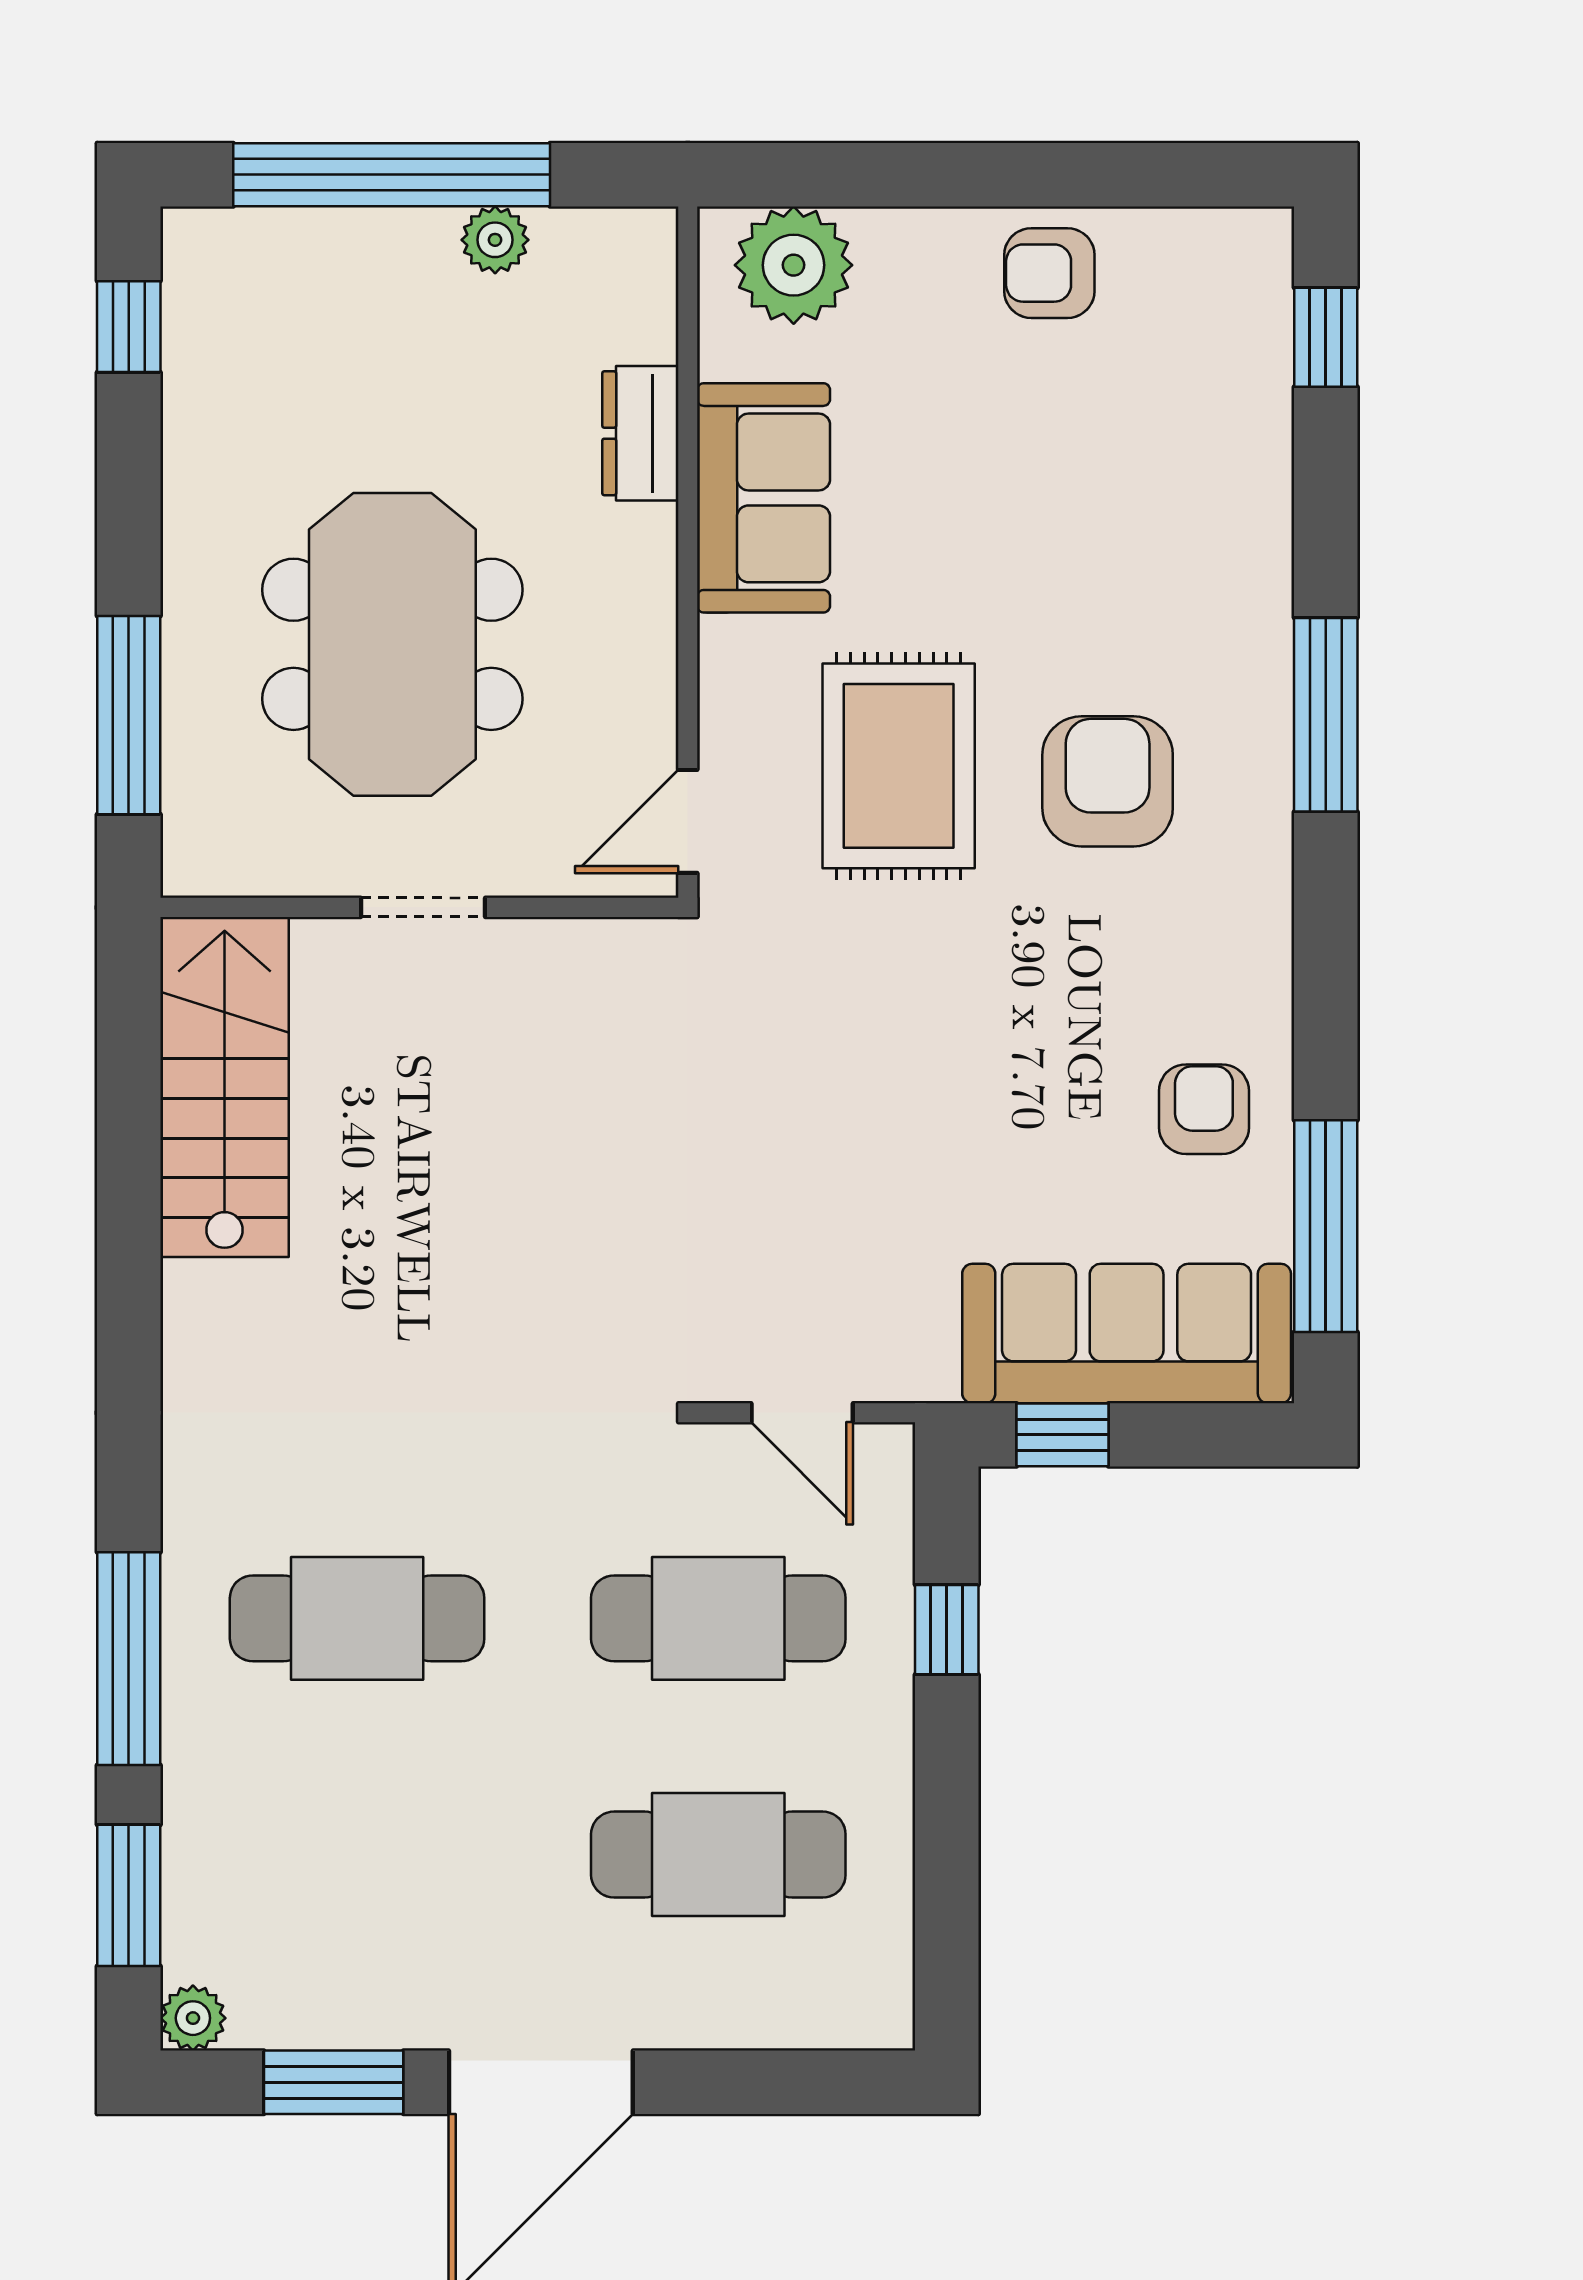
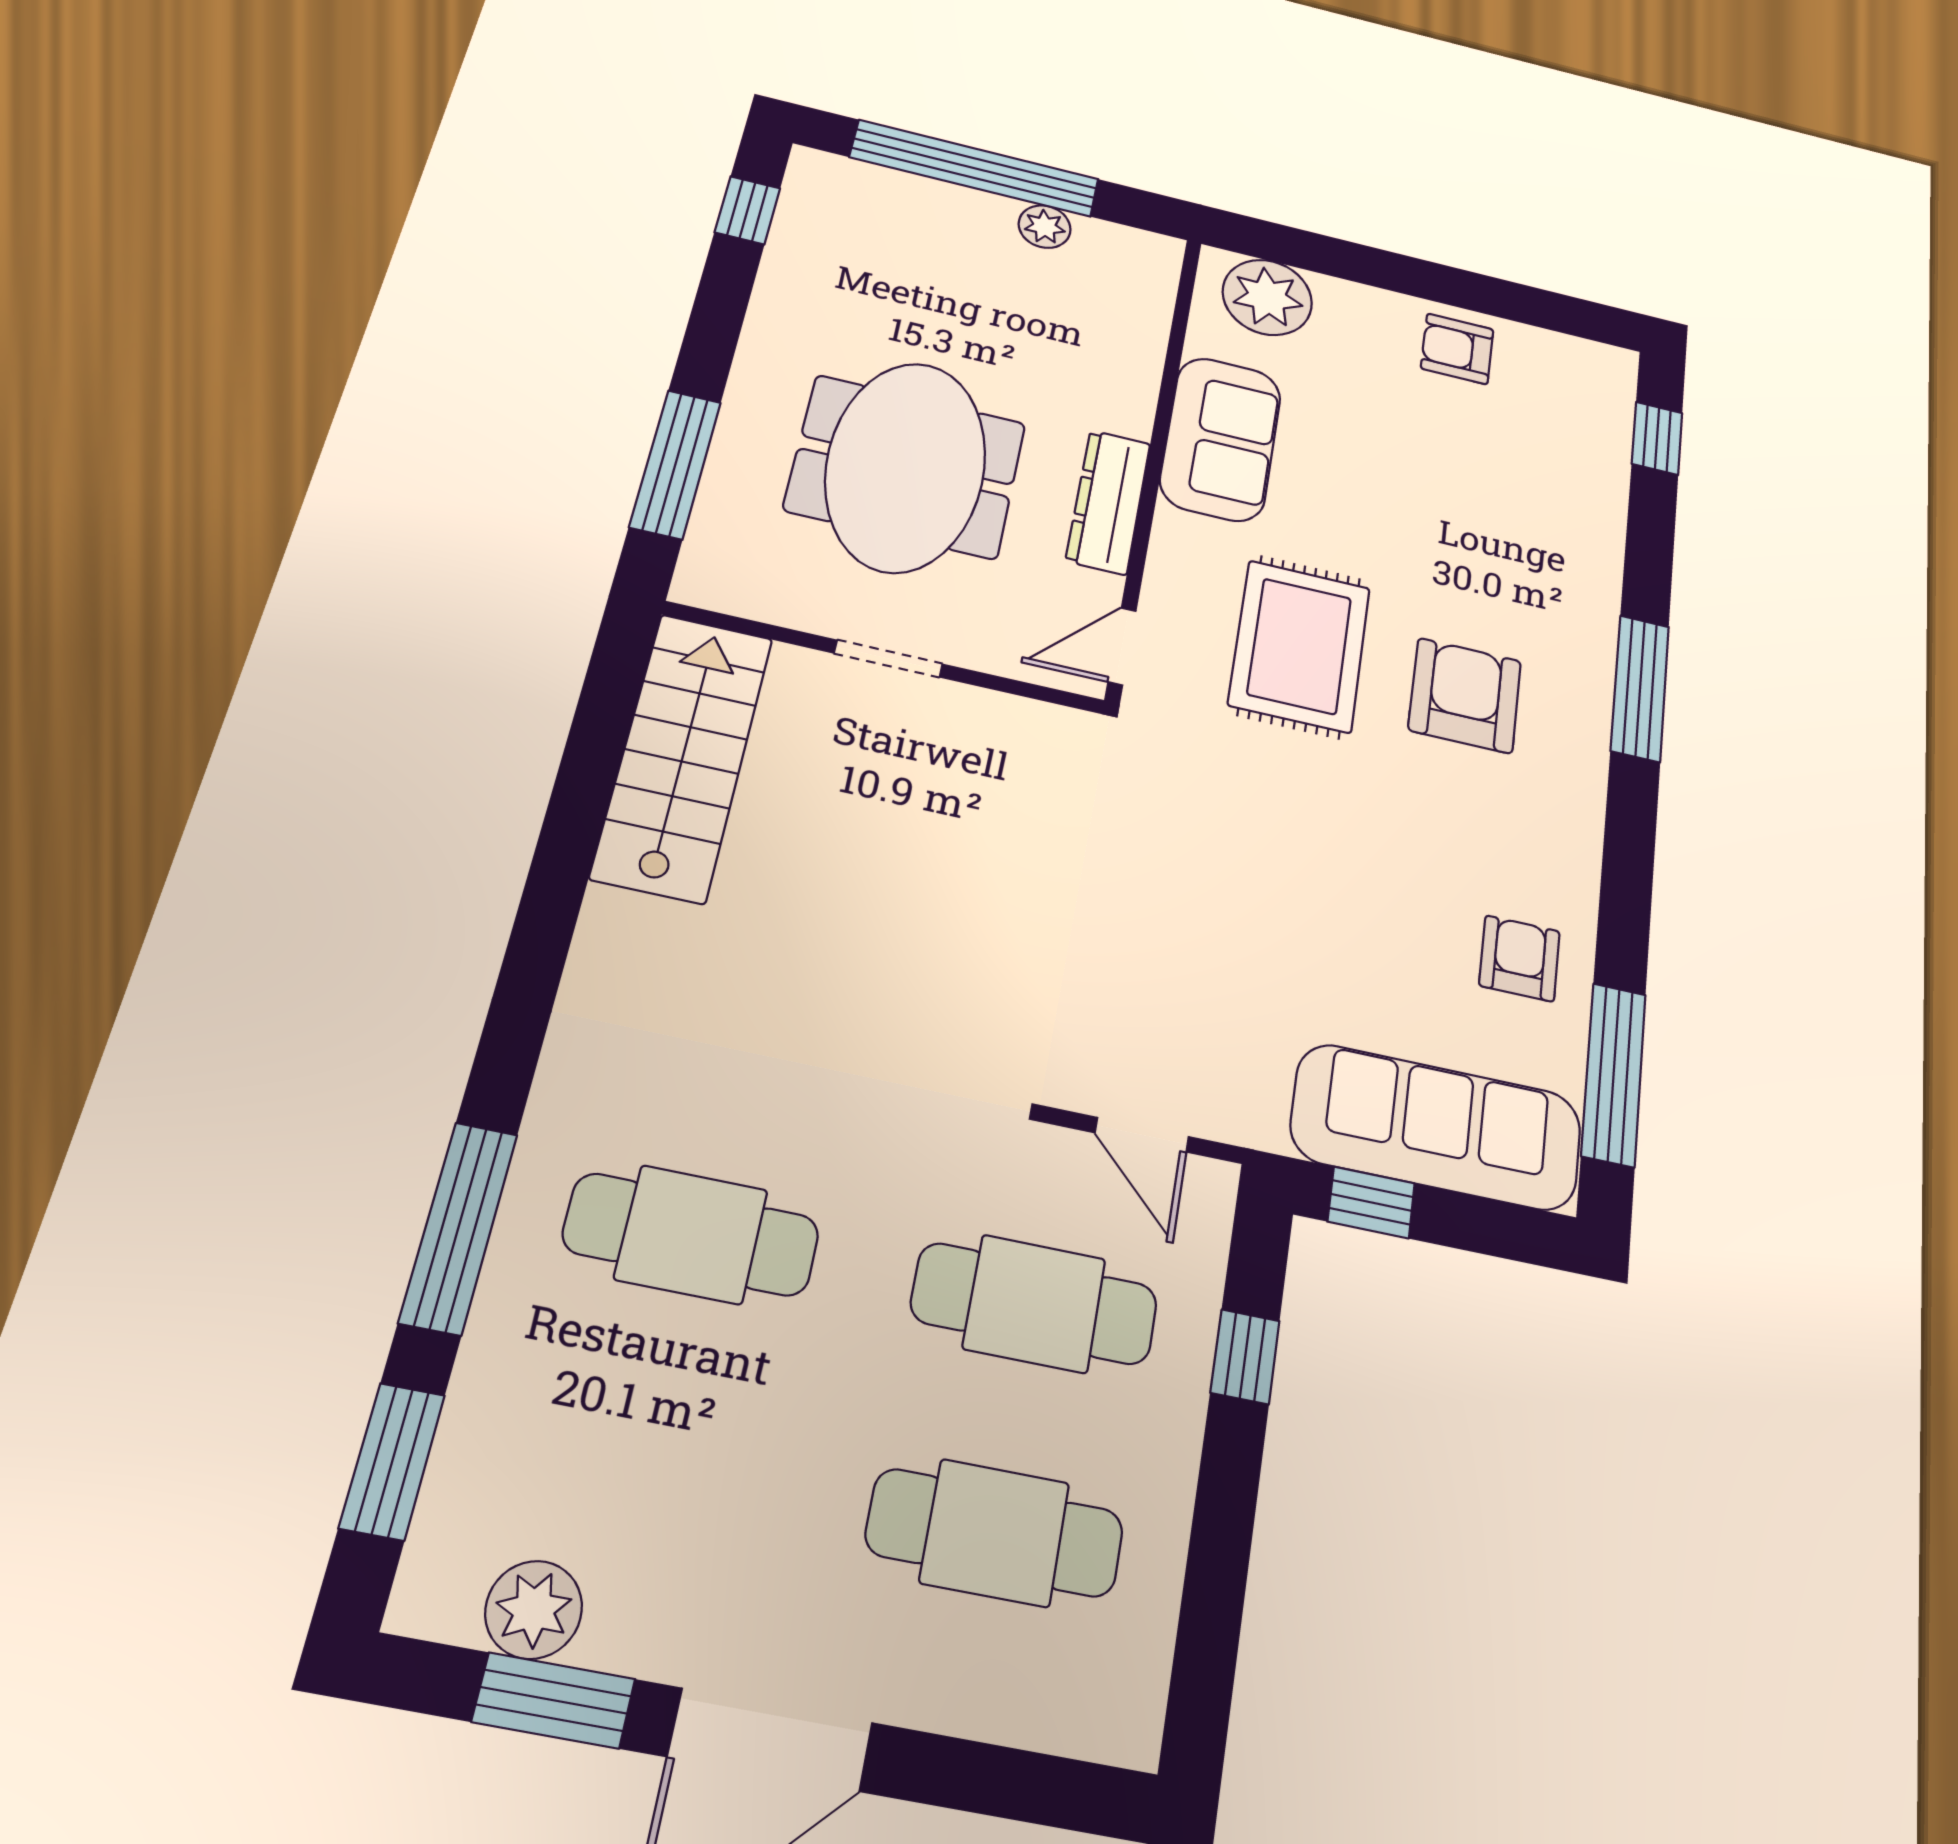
dresser: (640, 433) -> (1108, 502), moved, width x1.44
plant: (193, 2018) -> (534, 1610), moved, width x1.38, depth x1.38

